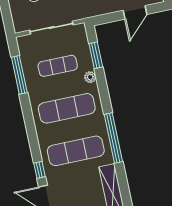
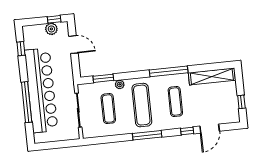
window: (19, 75) -> (147, 135), moved
exercise mat: (76, 151) -> (175, 102), width x0.73, depth x0.69

